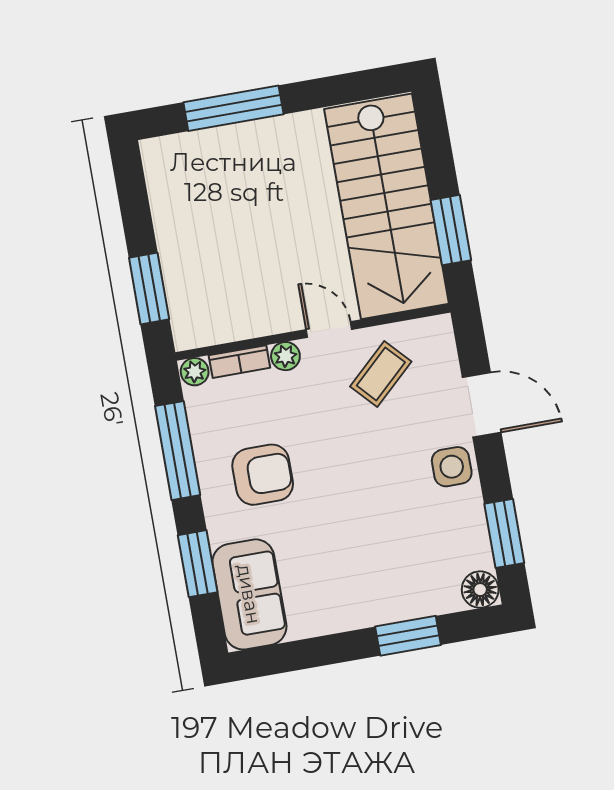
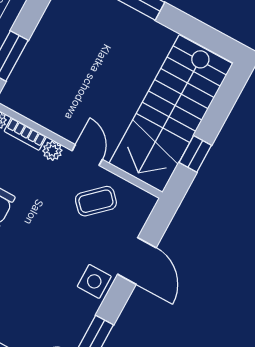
window: (451, 230) -> (195, 154), width x0.67

